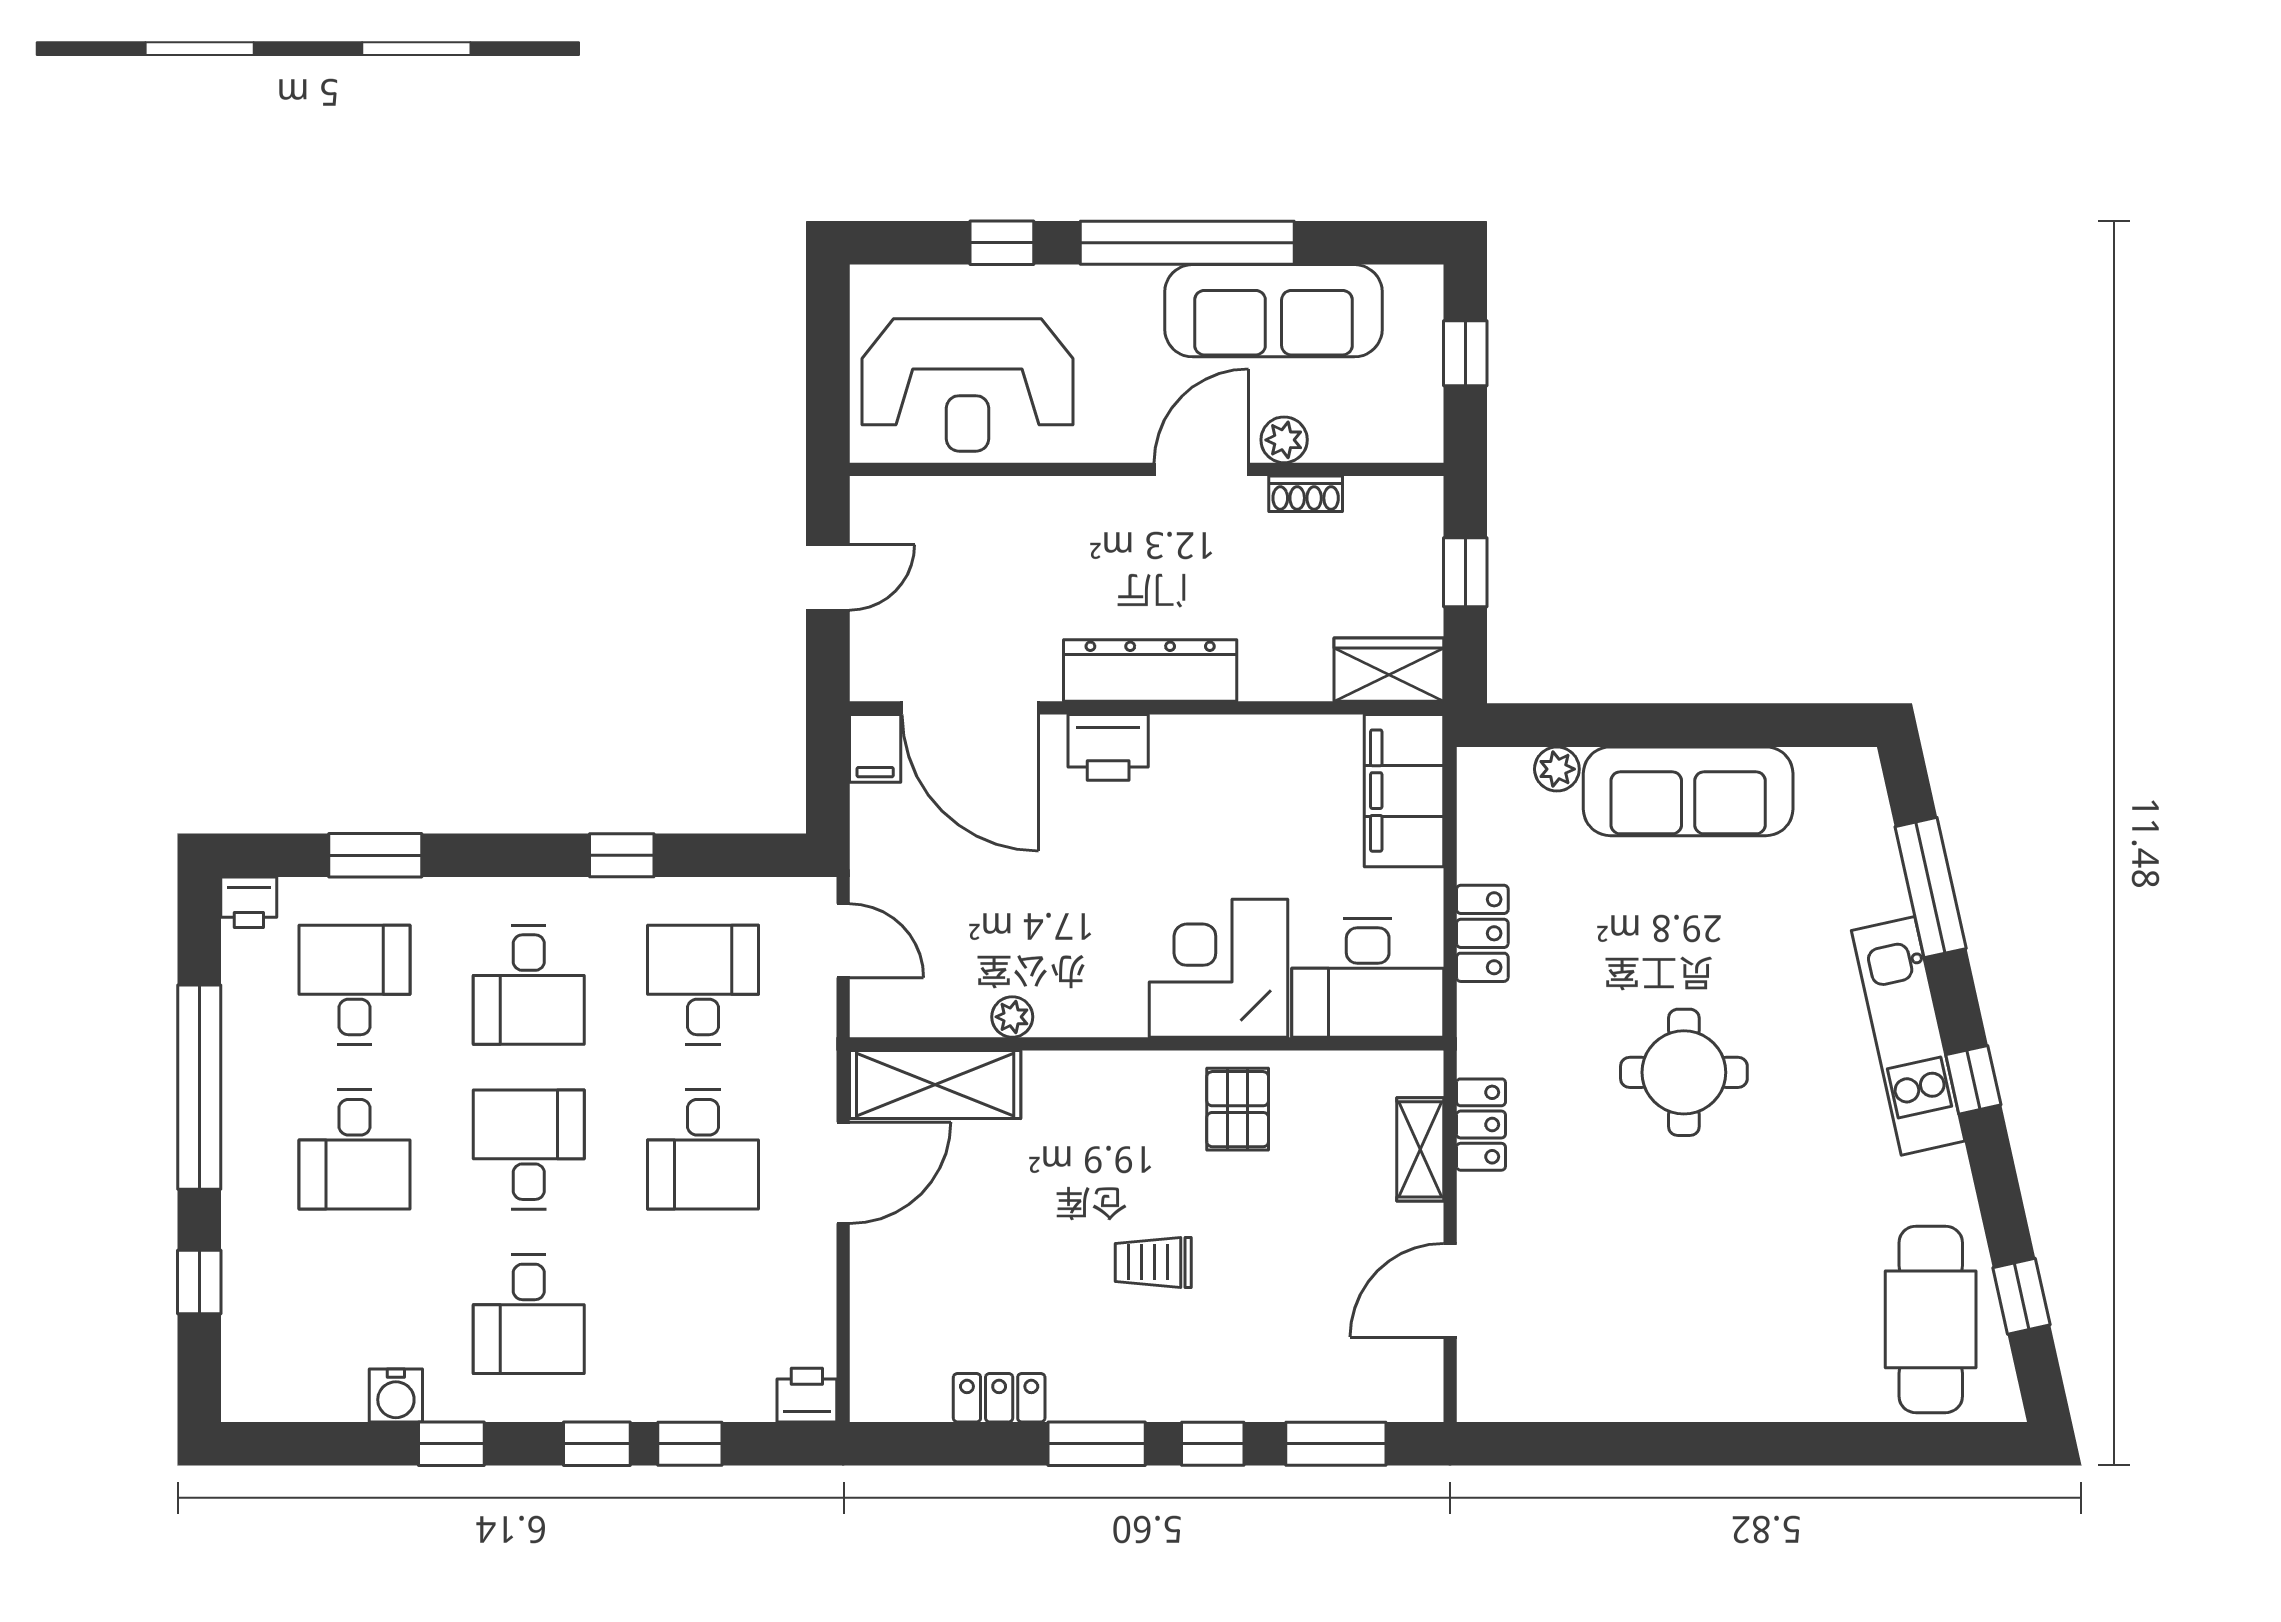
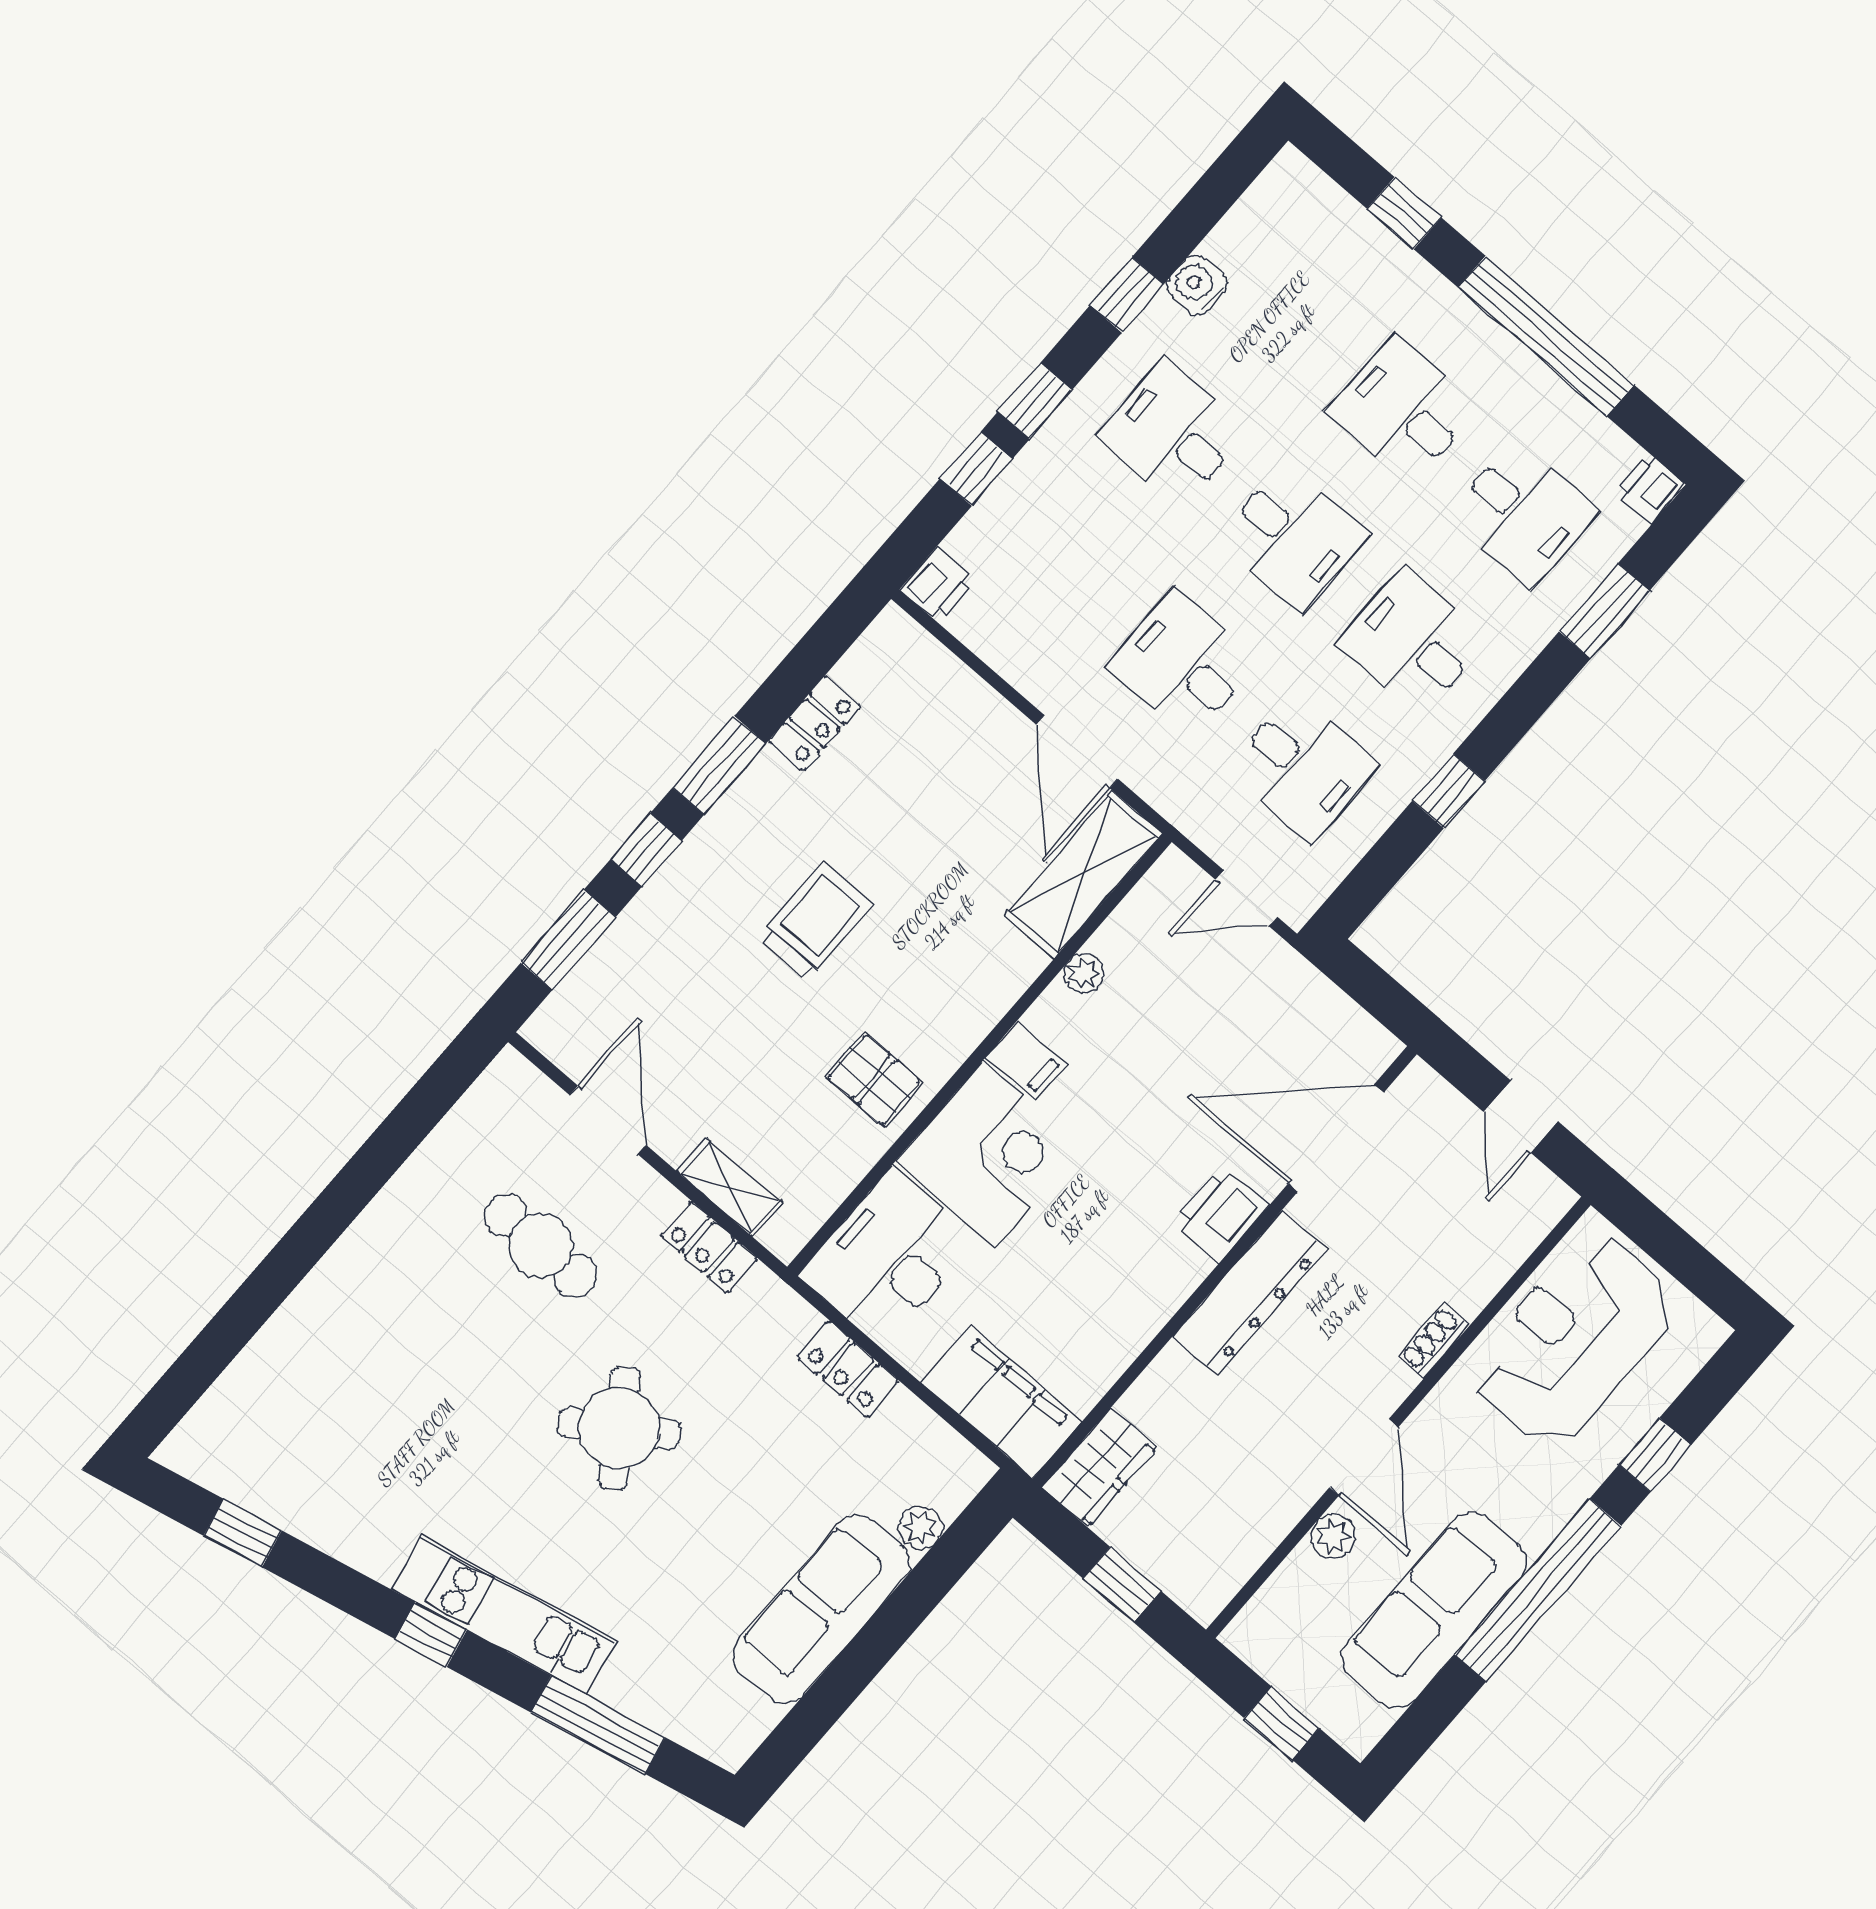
shoe rack: (1306, 494) -> (1433, 1341), moved
filing cabinet: (875, 748) -> (1026, 1060), moved, turned 180
round table: (1684, 1072) -> (619, 1428), turned -34
trolley: (1153, 1262) -> (816, 921), width x1.36, depth x1.39
cafe table: (1931, 1319) -> (541, 1245), moved, width x0.73, depth x0.74

